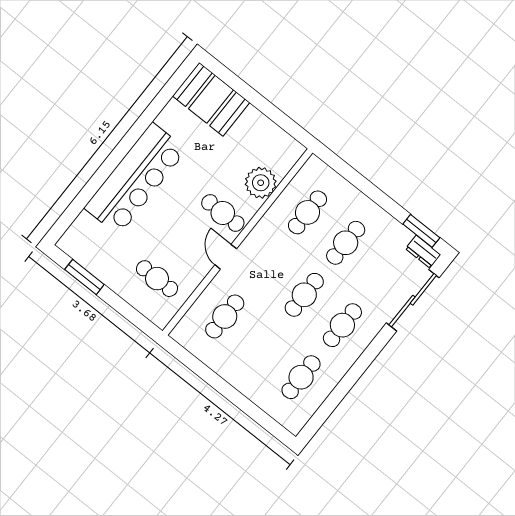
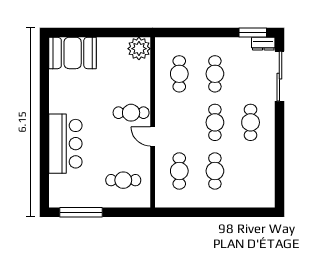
bar counter: (135, 179) -> (65, 144), width x0.73
plant: (261, 183) -> (139, 49), moved
window: (84, 277) -> (81, 212), width x1.44
cafe table: (301, 377) -> (215, 171), moved

